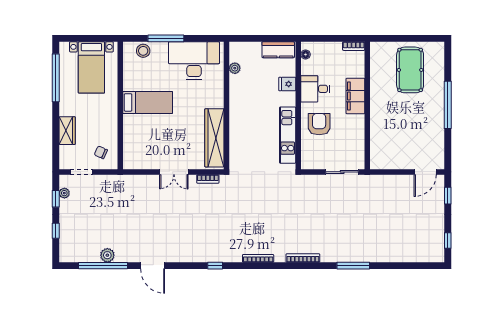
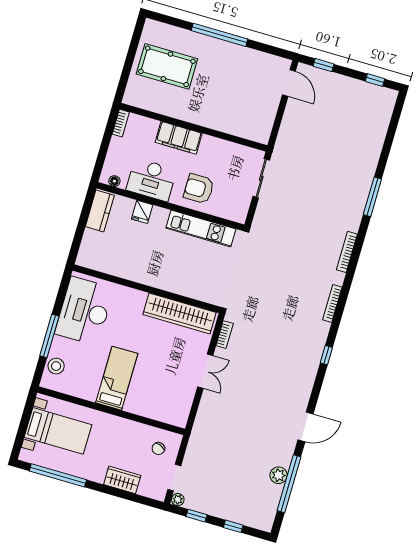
plant: (235, 68) -> (106, 267), removed
desk: (315, 89) -> (151, 180), width x1.37
plant: (64, 193) -> (178, 500), moved

